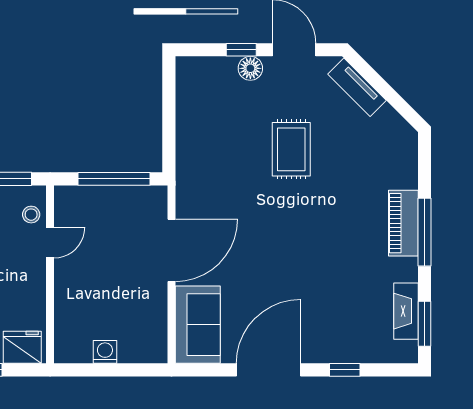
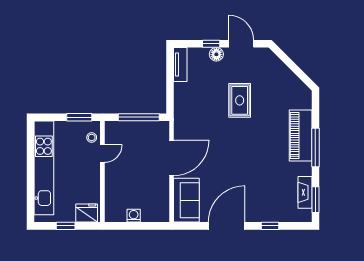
tv unit: (357, 87) -> (180, 65), moved, turned -135
piano: (403, 223) -> (301, 136), width x1.37, depth x1.33

